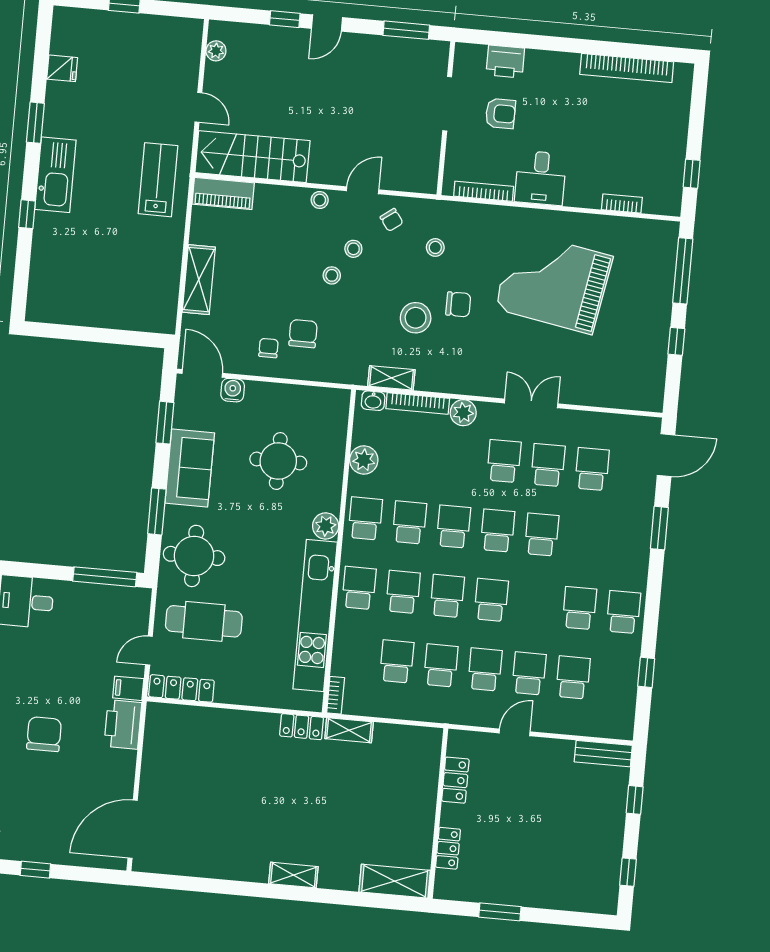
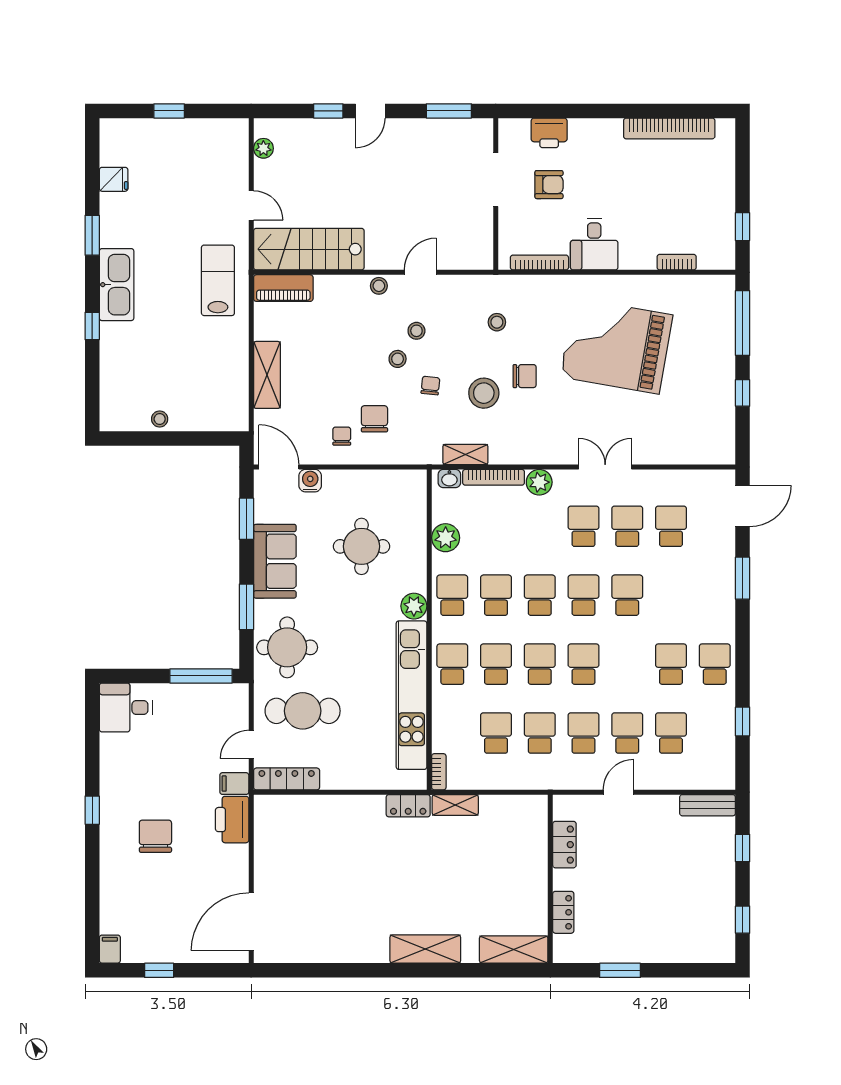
chair: (392, 220) -> (430, 386), moved, turned -138
stool: (87, 314) -> (160, 419), added
shelving: (293, 875) -> (425, 949), width x1.50, depth x1.33

